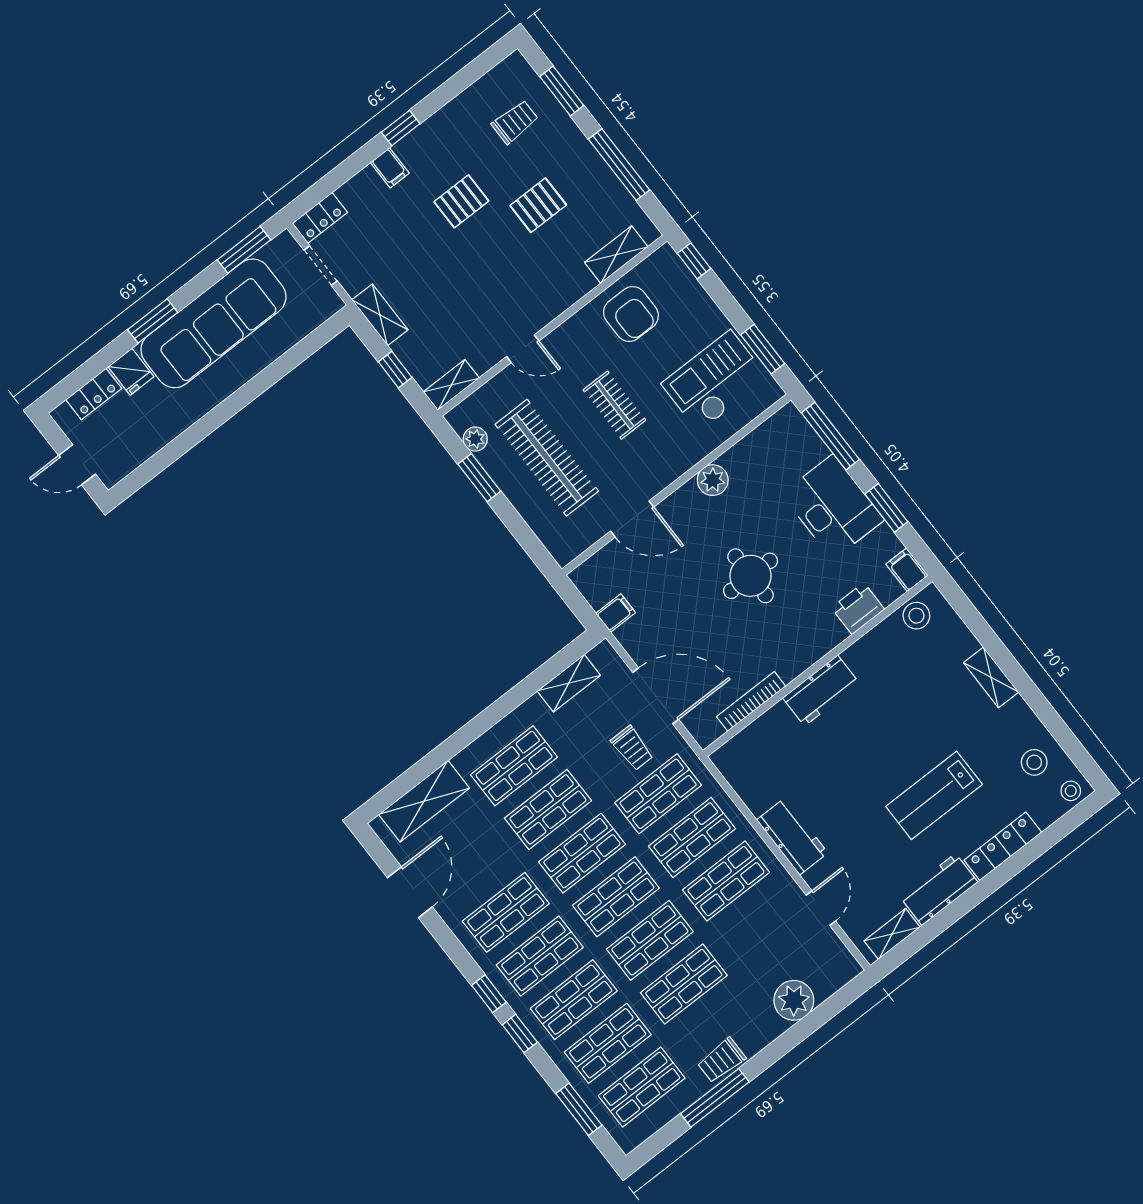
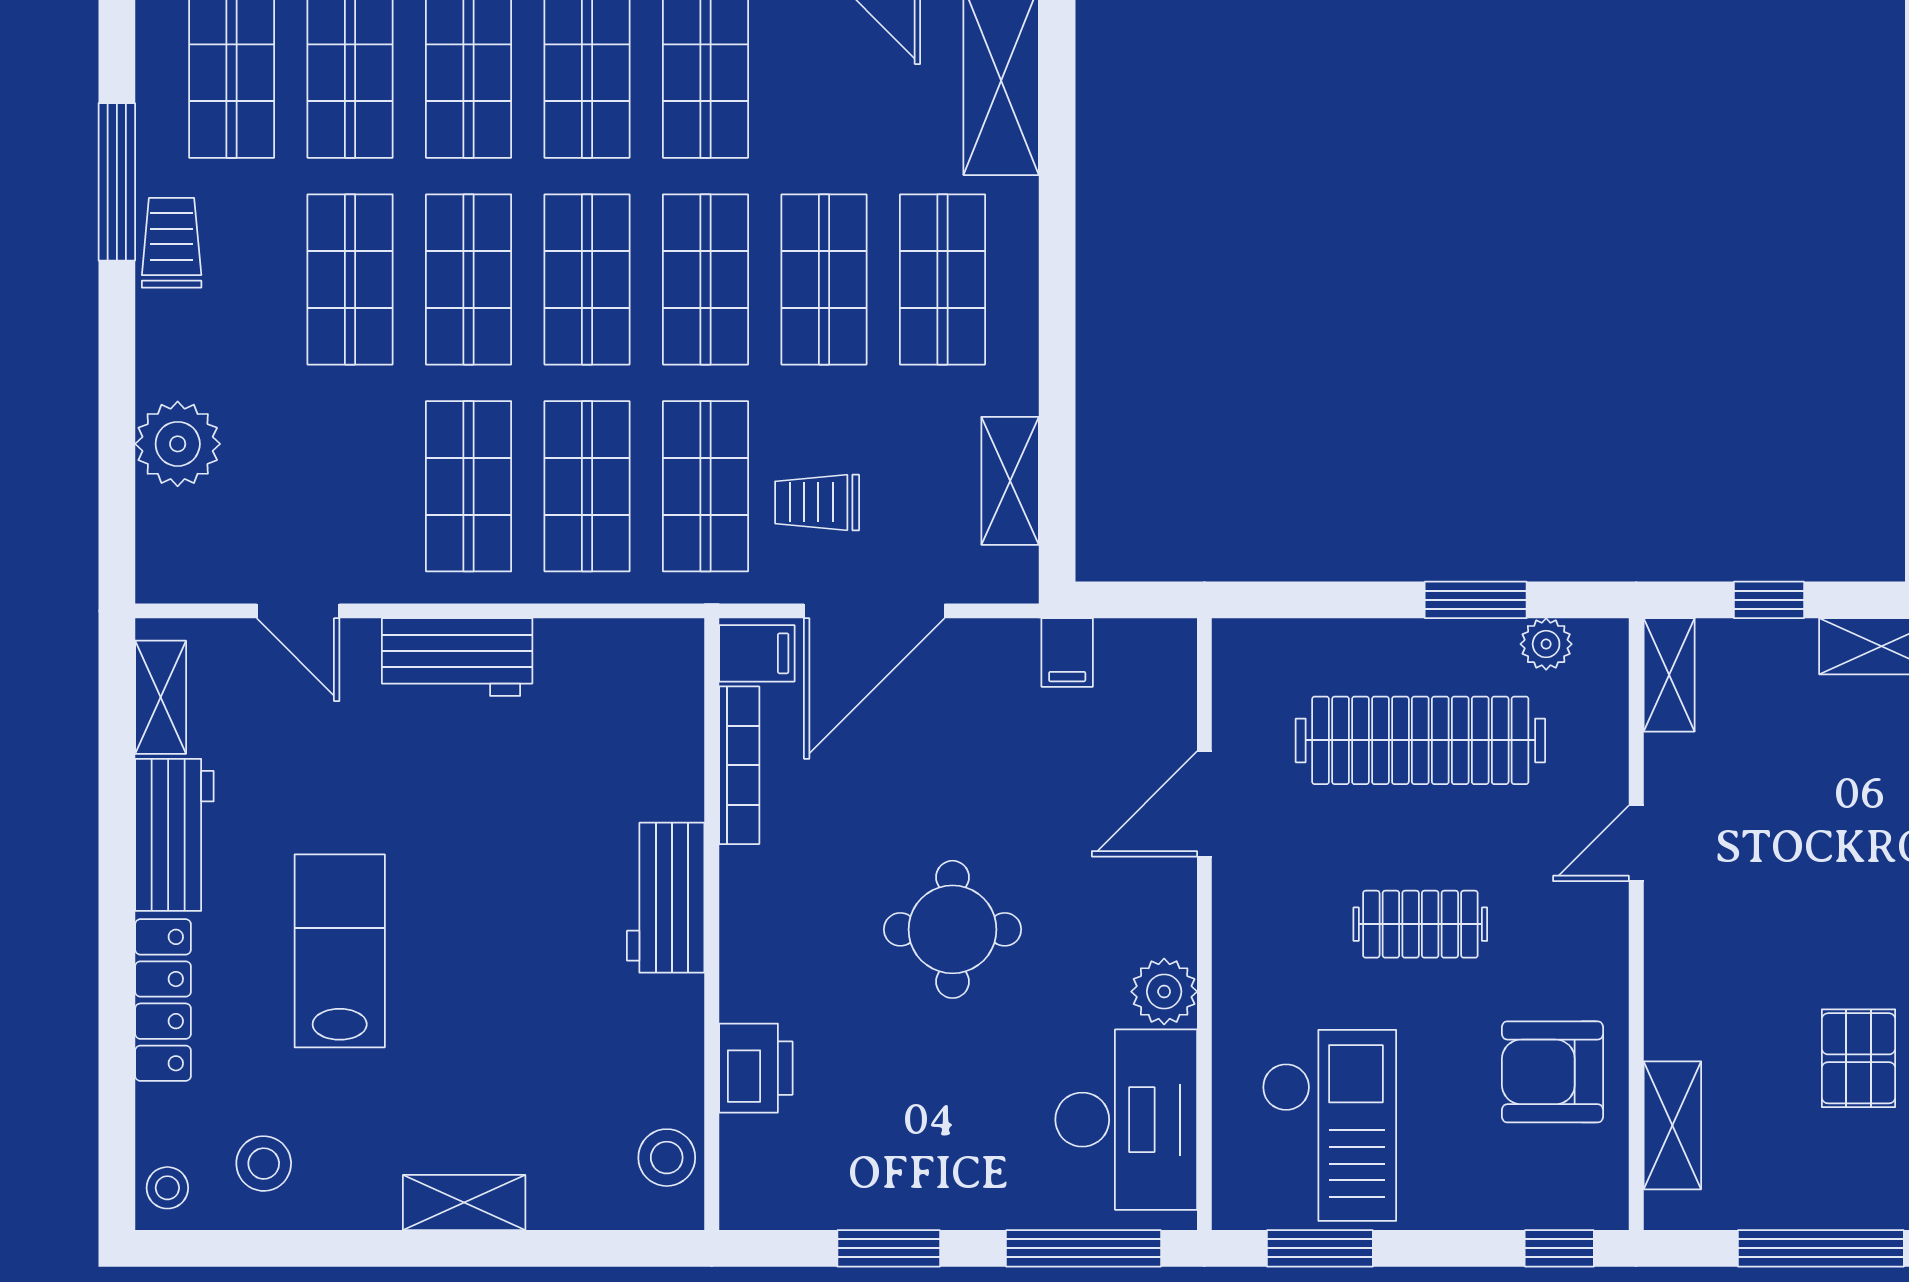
desk: (833, 507) -> (1126, 1120), moved, turned -90
filing cabinet: (907, 570) -> (757, 653), moved

